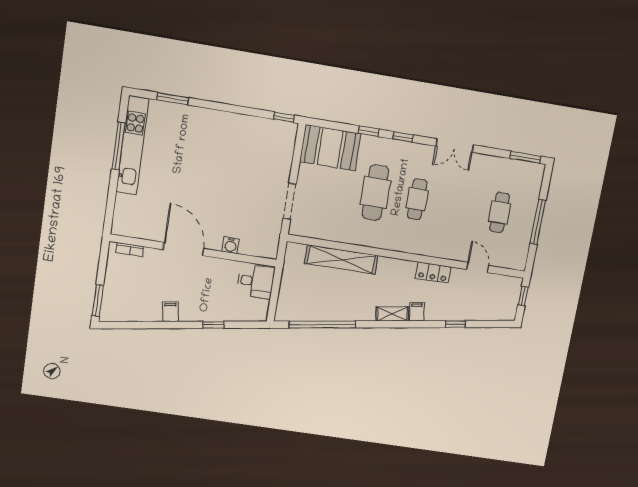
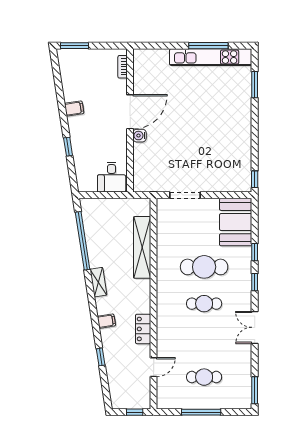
water cooler: (231, 245) -> (140, 136), moved
shelving: (392, 314) -> (98, 282), moved

